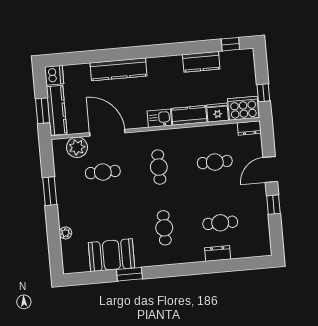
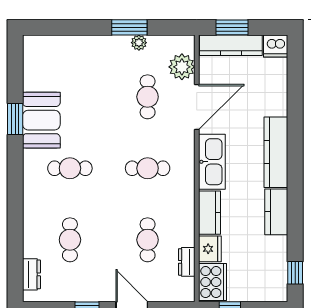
kitchen counter: (201, 62) -> (276, 212), moved
kitchen counter: (119, 69) -> (276, 152), moved
kitchen sink: (159, 118) -> (212, 162), width x1.87, depth x1.24
dresser: (249, 128) -> (187, 262), moved
plant: (65, 233) -> (139, 43), moved
dresser: (218, 253) -> (31, 274), moved
booth: (111, 255) -> (41, 120), moved

